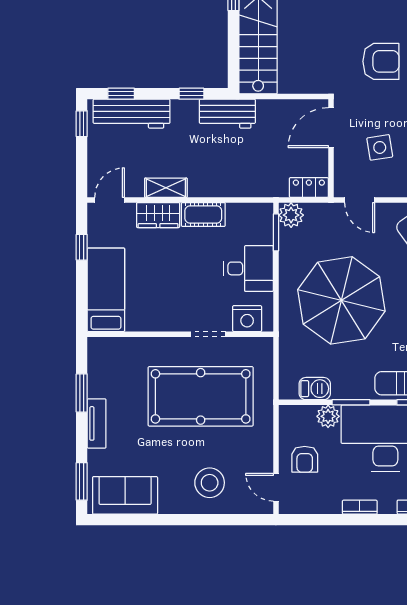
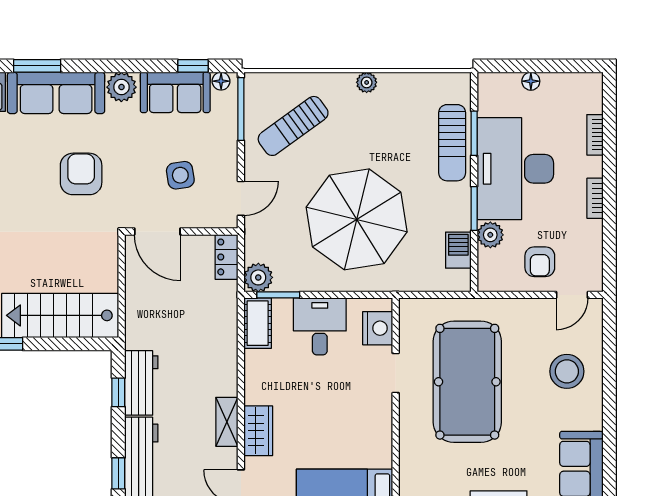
workbench: (227, 114) -> (141, 383), moved
cot: (203, 215) -> (258, 323), moved
armchair: (305, 459) -> (540, 262), turned 90

